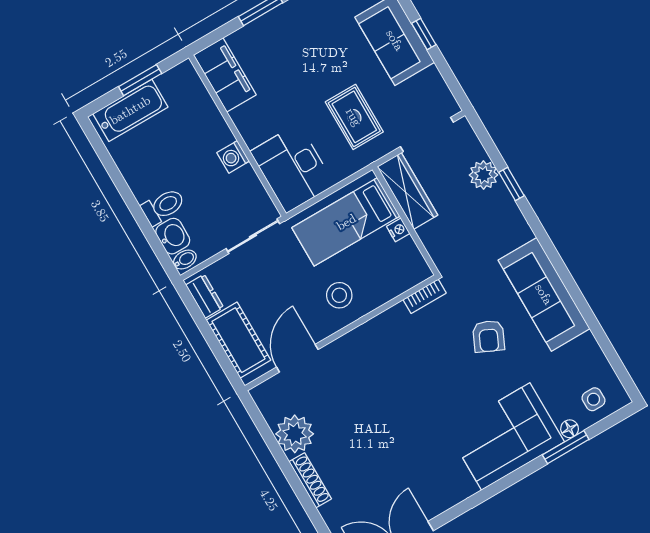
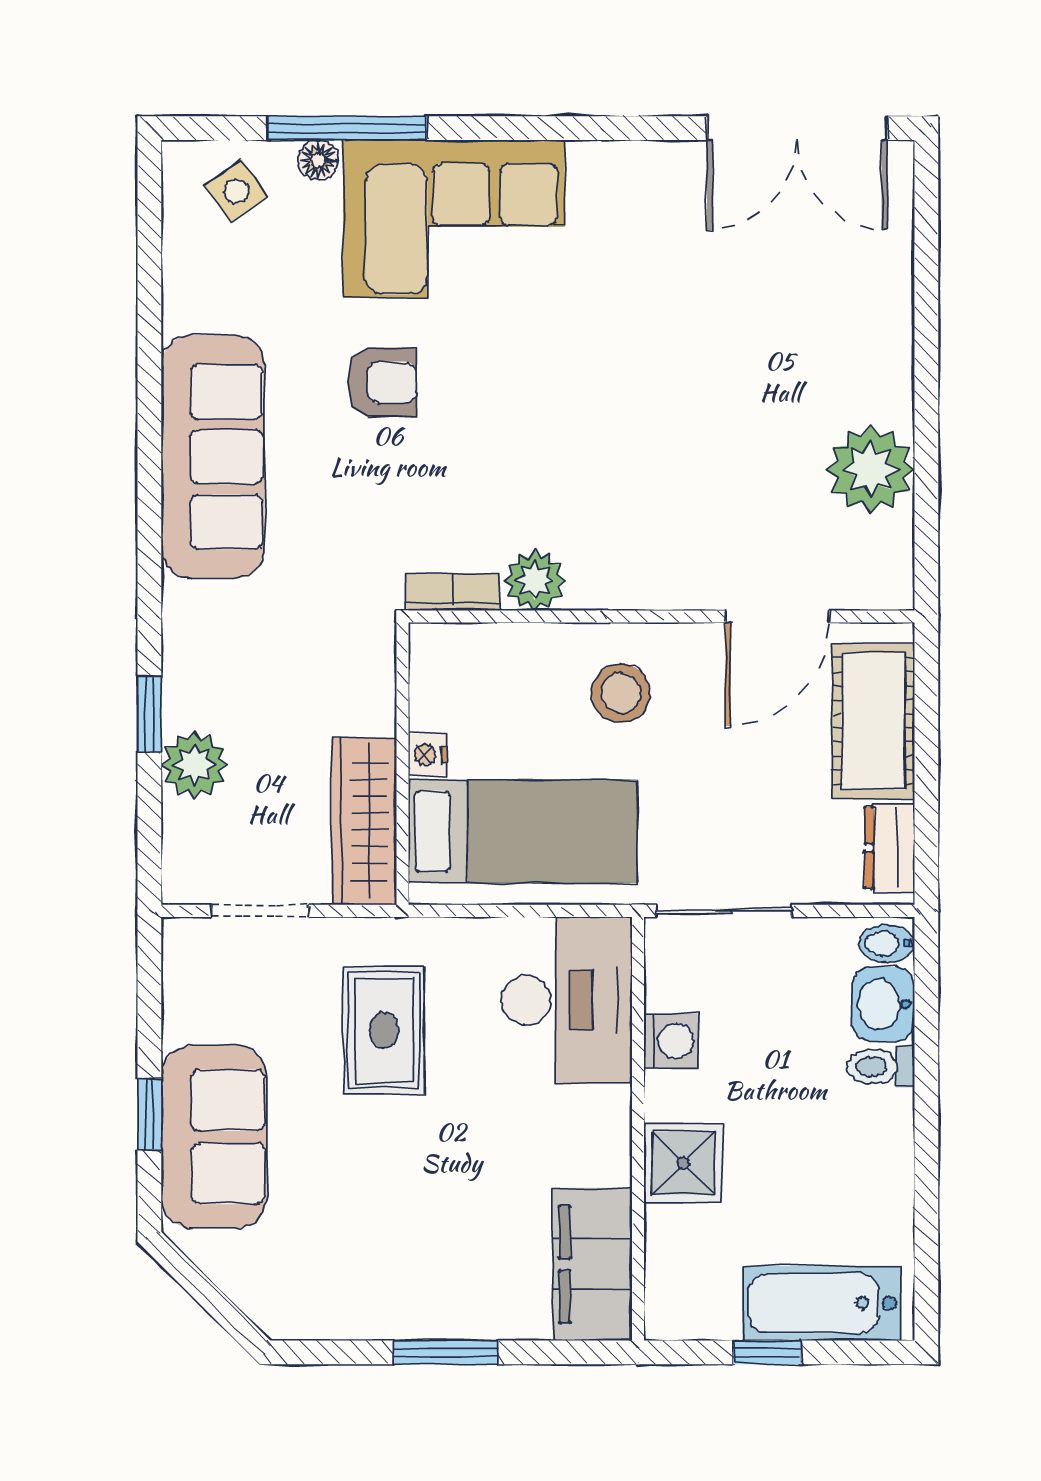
window: (140, 80) -> (767, 1352), width x0.67
shower: (213, 133) -> (683, 1163), added
doorway: (427, 134) -> (260, 911), width x0.73
washing machine: (233, 157) -> (671, 1041), moved
toilet: (163, 206) -> (881, 1067), width x0.73, depth x0.72
plant: (396, 319) -> (535, 580), added
armchair: (489, 336) -> (382, 382), moved, turned 65
side table: (593, 399) -> (236, 191), turned -35
window: (566, 447) -> (347, 128), width x1.44
shoe rack: (310, 480) -> (894, 359), removed

